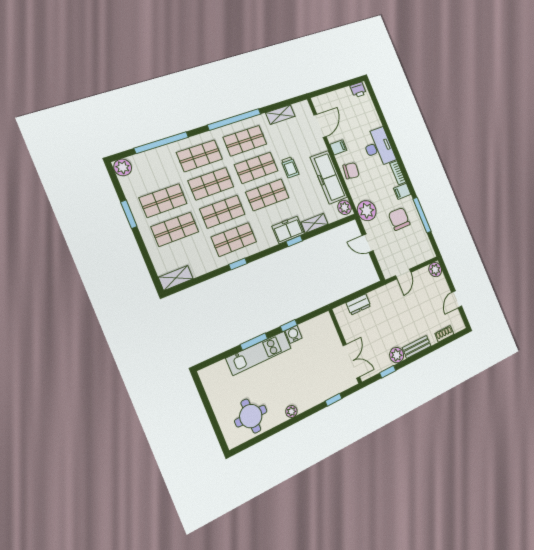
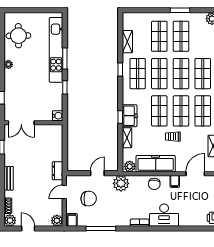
door: (320, 126) -> (195, 174), swing flipped
filing cabinet: (402, 191) -> (72, 220), moved
chair: (399, 219) -> (89, 199), moved
door: (403, 274) -> (64, 192), hinge flipped
shelving: (176, 278) -> (127, 42), moved
dresser: (358, 304) -> (58, 171), moved
water cooler: (294, 334) -> (58, 116), moved
kitchen unit: (259, 353) -> (56, 50), width x1.36
plant: (397, 355) -> (10, 220), moved

